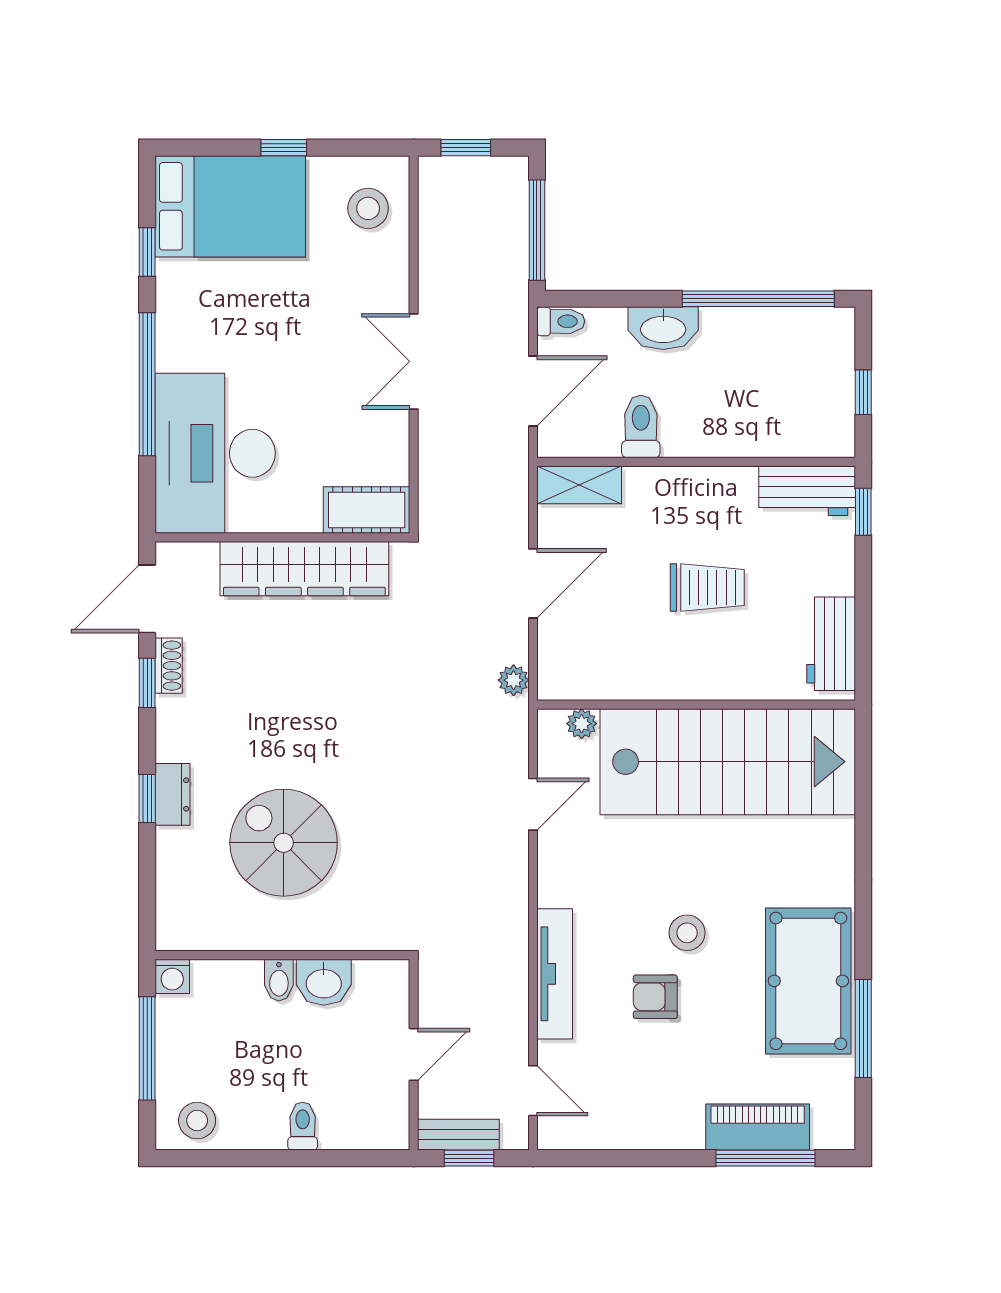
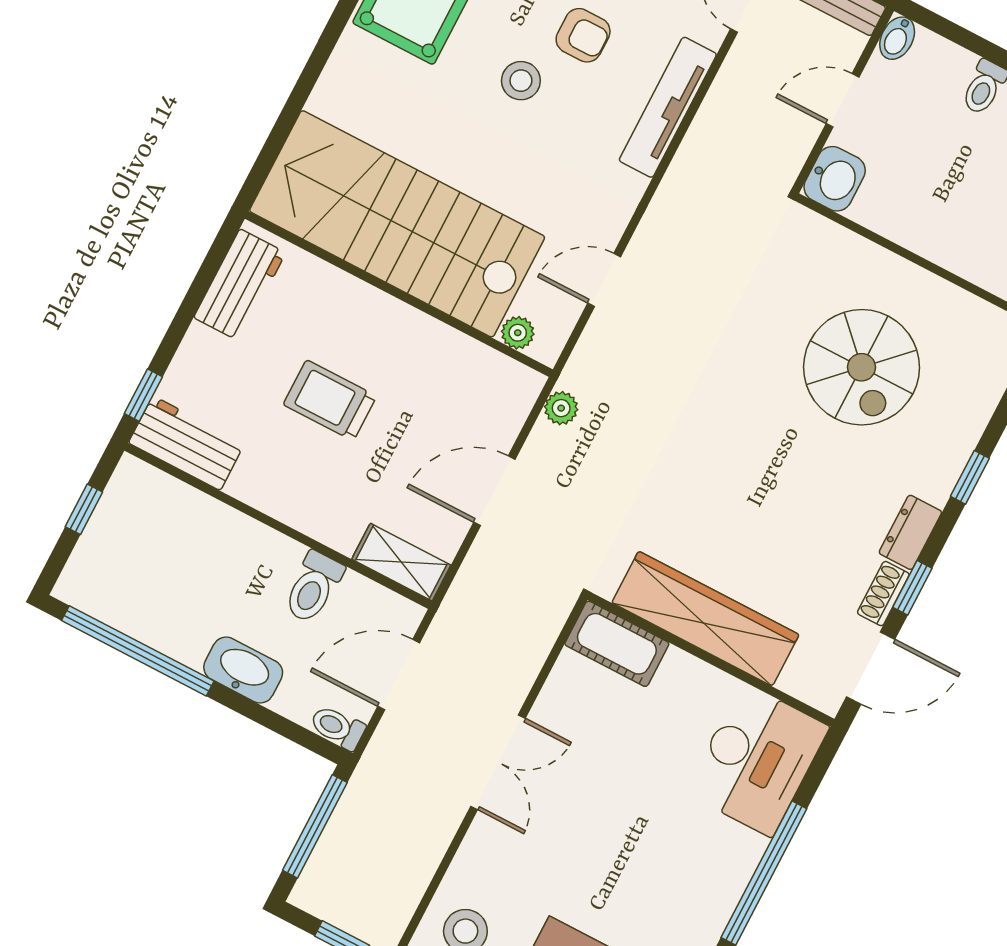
desk: (215, 453) -> (757, 760), width x0.73, depth x0.77
dresser: (173, 794) -> (910, 532), moved
bidet: (279, 980) -> (897, 38), moved, turned 180
washbasin: (324, 982) -> (835, 179), moved, turned 90

